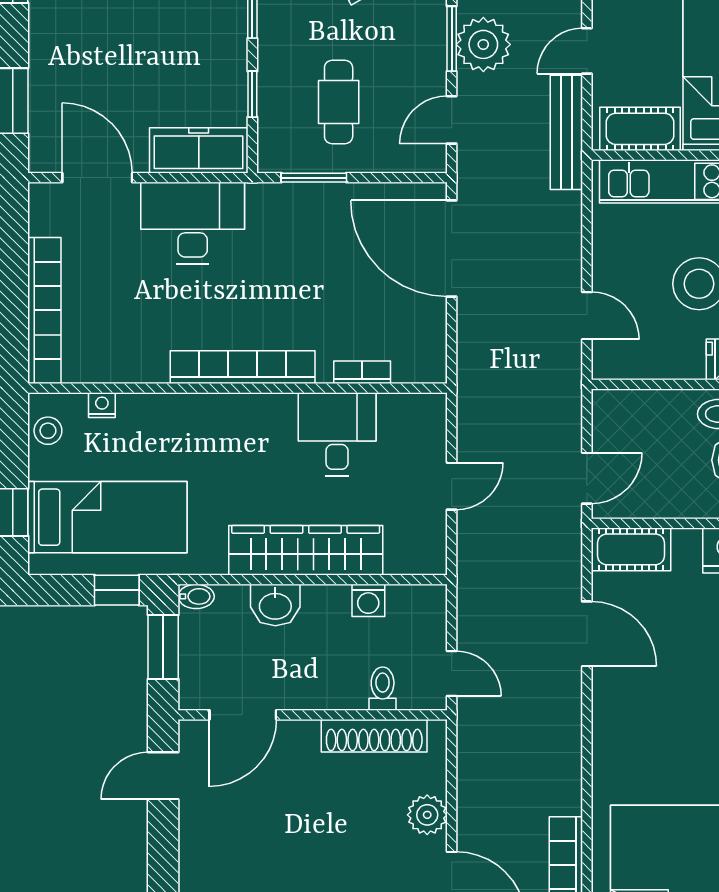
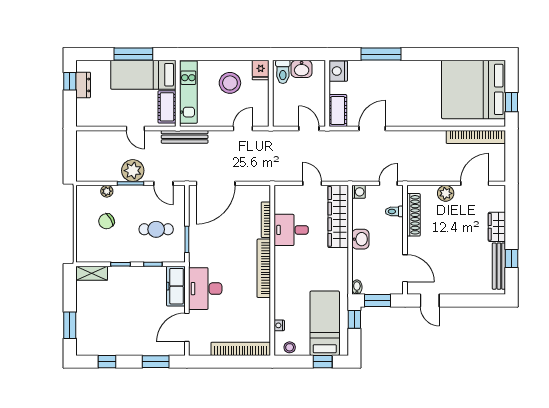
bench: (566, 132) -> (185, 137), moved
bookcase: (362, 372) -> (266, 220), width x1.56
wardrobe: (306, 550) -> (338, 216), moved
washing machine: (368, 600) -> (359, 192), moved
washbasin: (275, 605) -> (360, 239), moved

